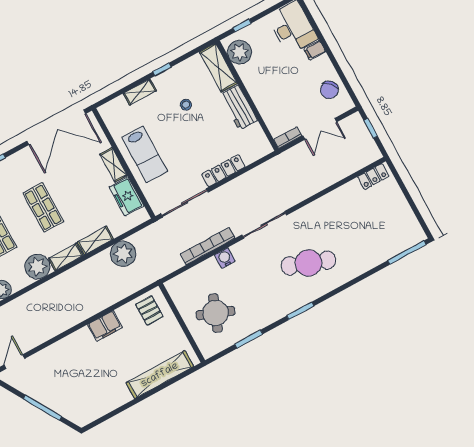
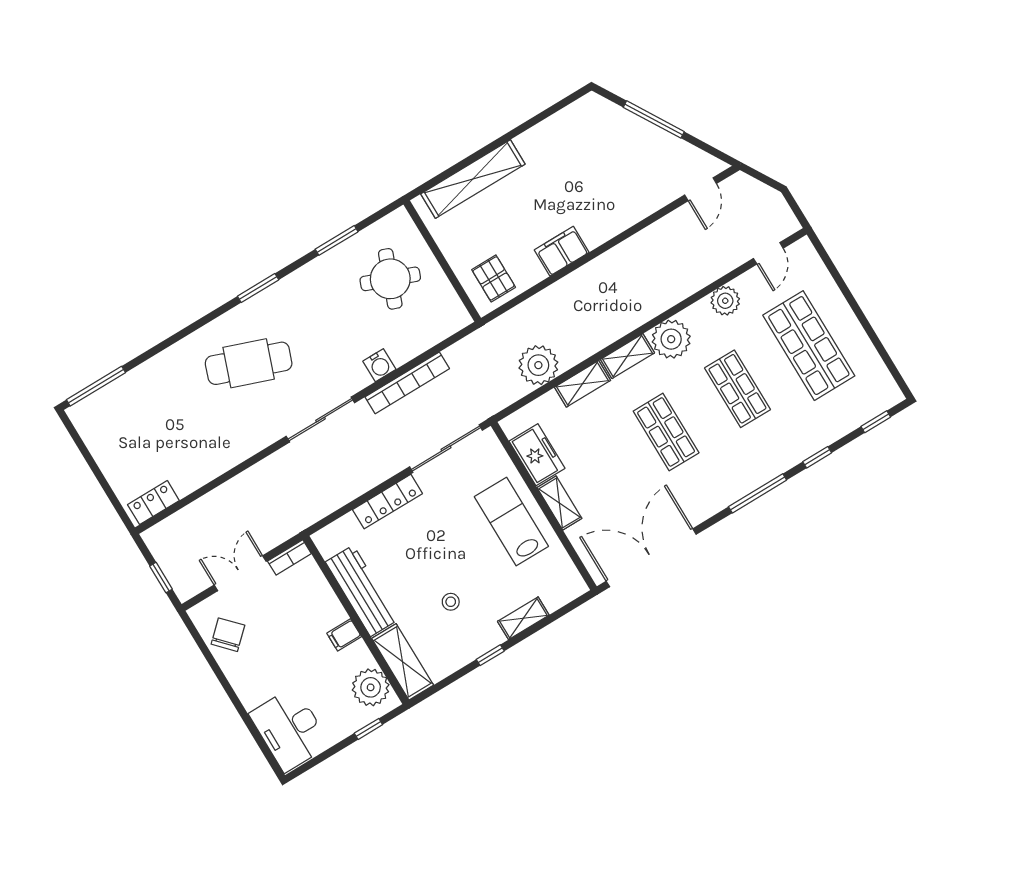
filing cabinet: (315, 50) -> (344, 635), moved, turned 180
workbench: (239, 107) -> (362, 591), width x1.38

